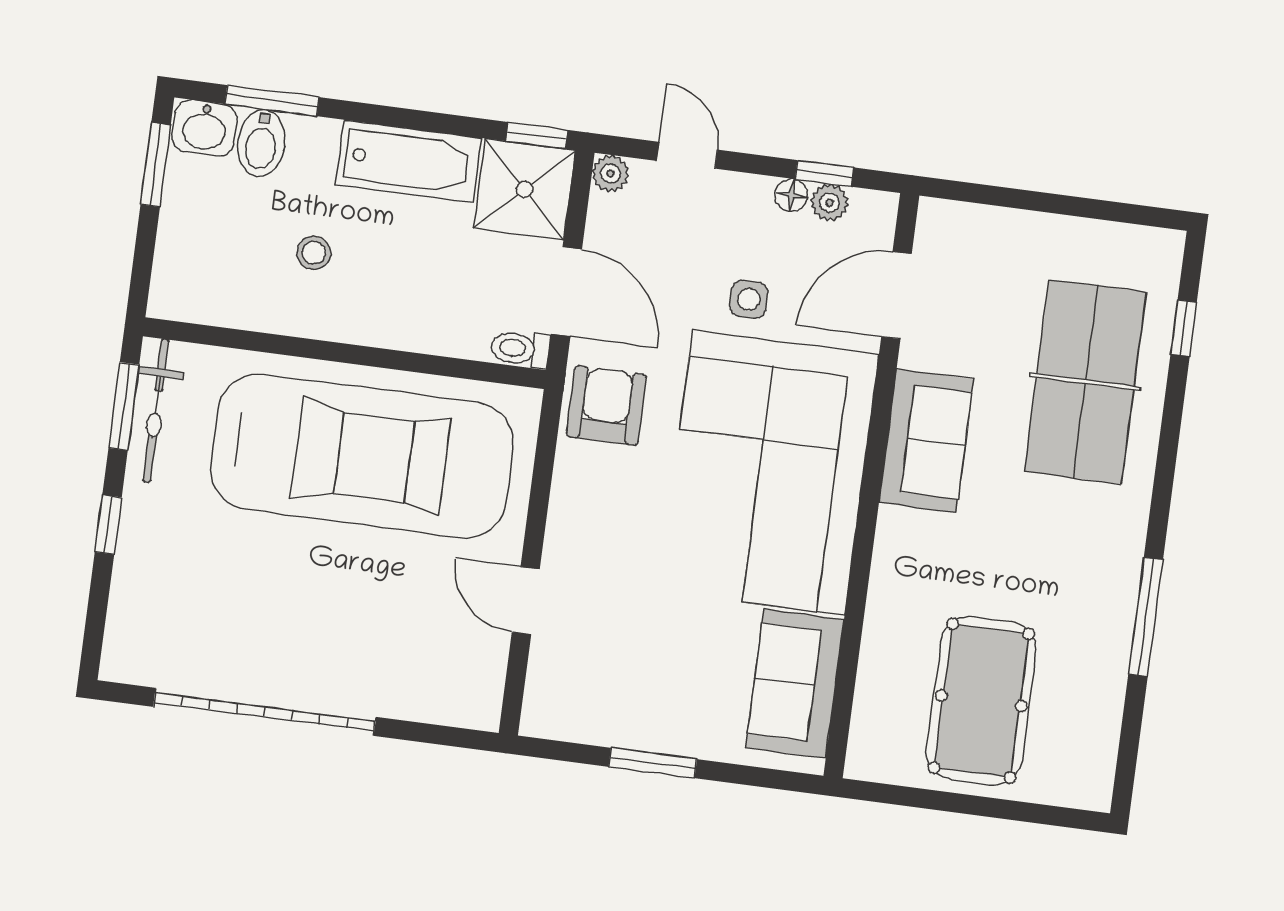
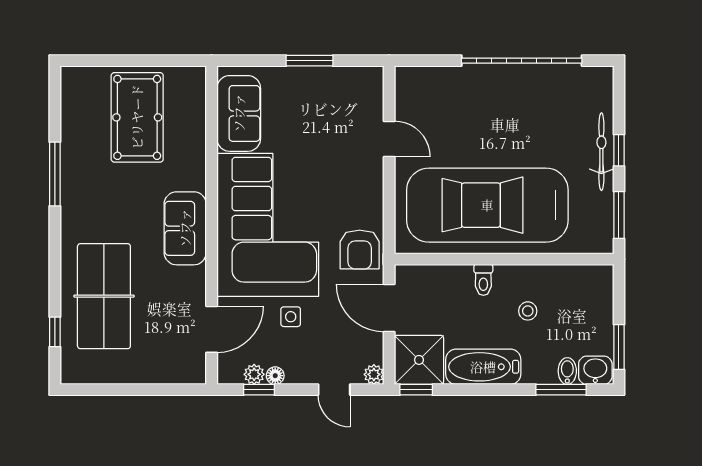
bidet: (261, 143) -> (567, 371), width x0.72, depth x0.74
toilet: (520, 349) -> (483, 280), moved, turned 90
bicycle: (156, 411) -> (601, 152), moved
sofa: (926, 441) -> (185, 228), moved

